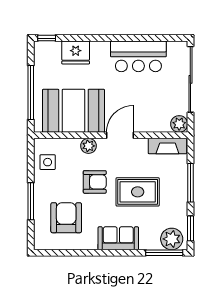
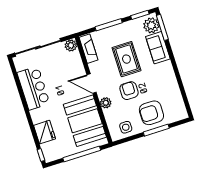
armchair: (66, 218) -> (151, 113), moved
sofa: (118, 238) -> (158, 48), moved

